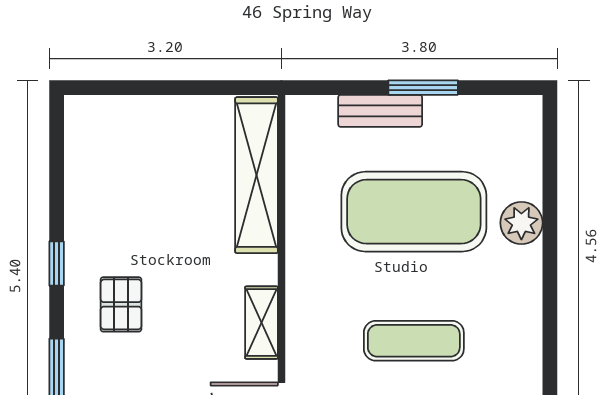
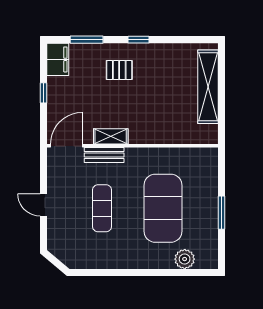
bench: (380, 111) -> (104, 155), moved, turned 90
shelving: (257, 175) -> (208, 87), moved, turned 90
plant: (521, 223) -> (185, 259), moved

